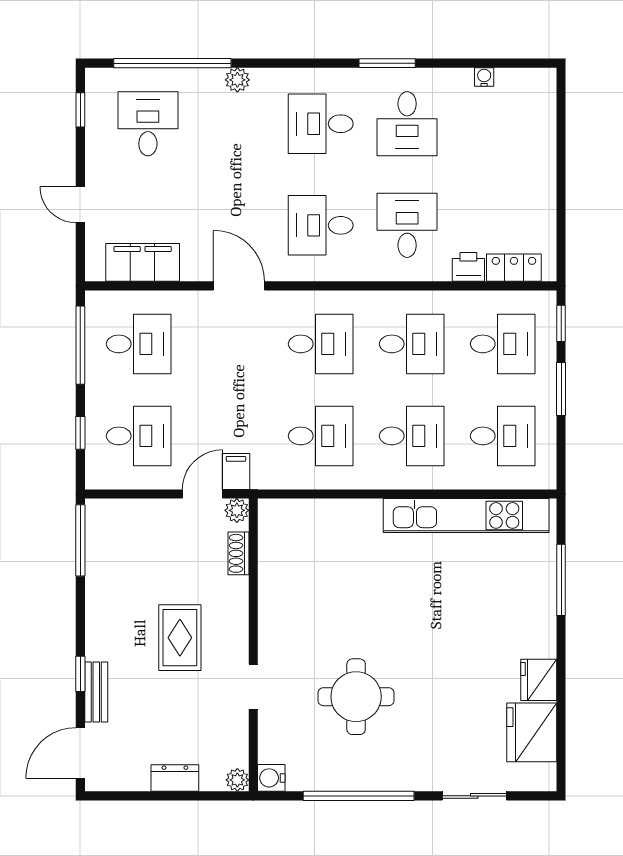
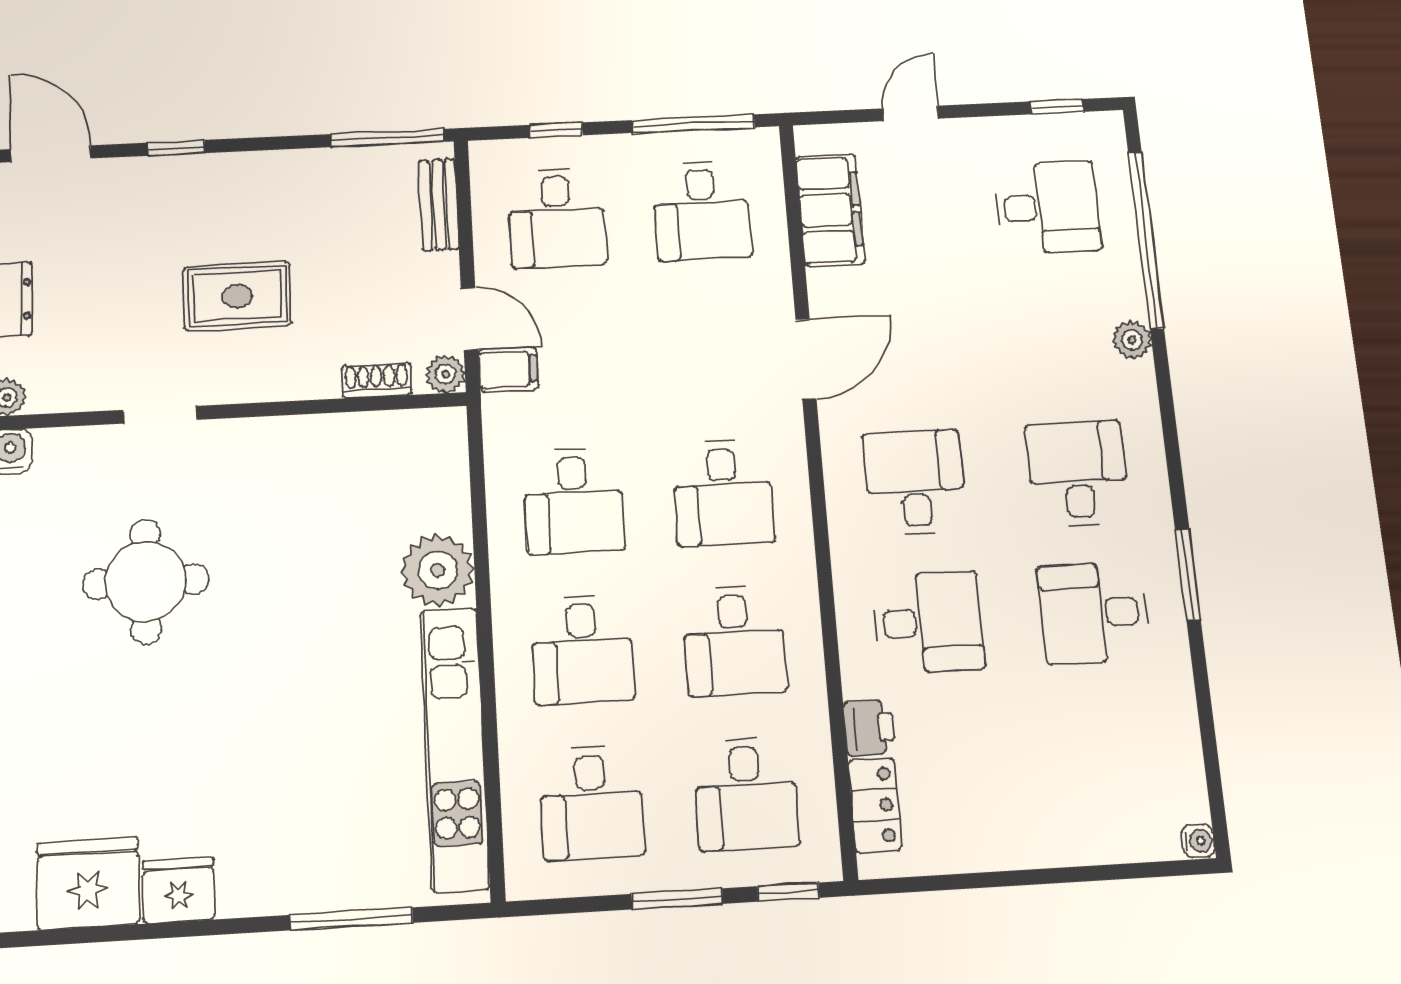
water cooler: (484, 77) -> (1198, 841), moved
plant: (359, 521) -> (438, 570), added
bench: (96, 692) -> (439, 205), moved, turned 90

